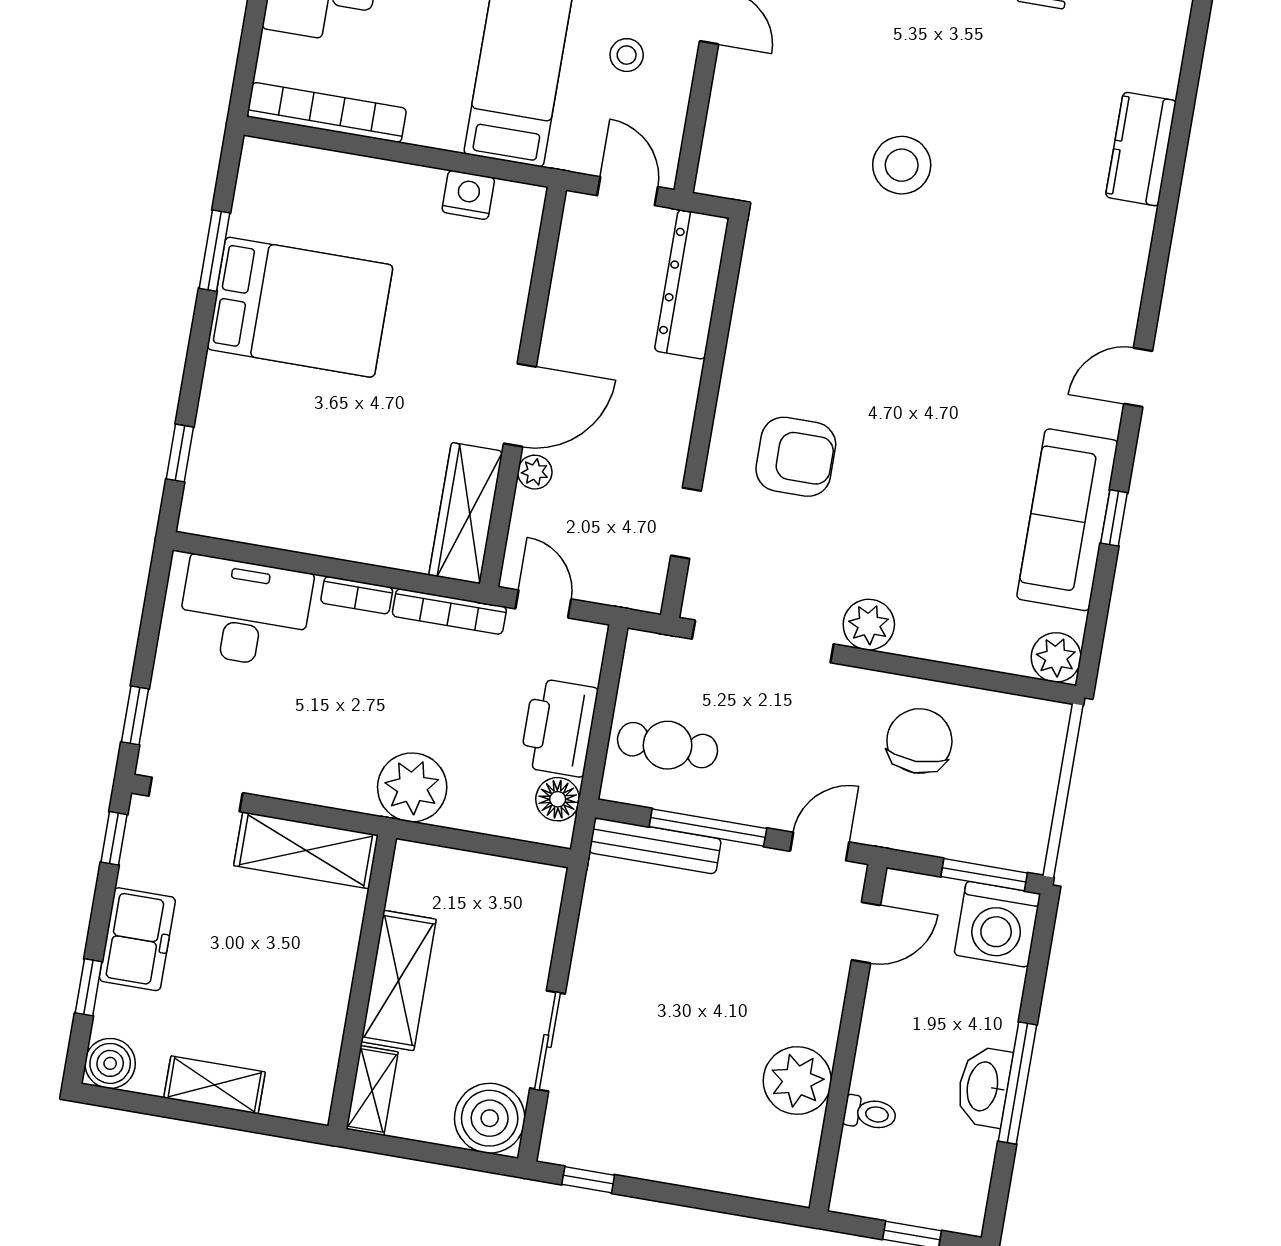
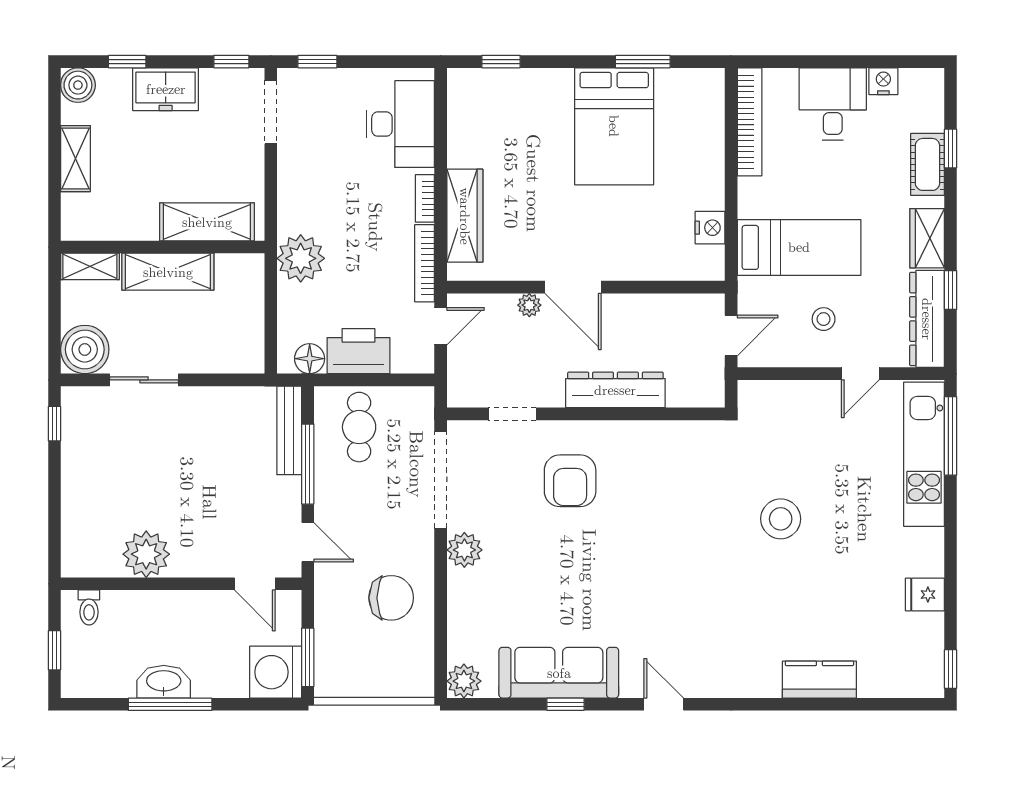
dresser: (692, 284) -> (615, 390), moved
wardrobe: (466, 513) -> (465, 216), moved, turned 90
shelving: (306, 850) -> (207, 222), moved, turned 90
toilet: (870, 1113) -> (89, 607), moved

